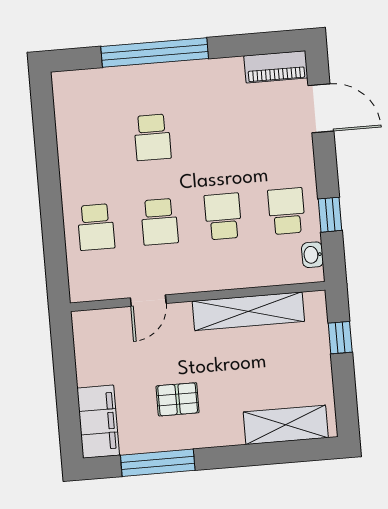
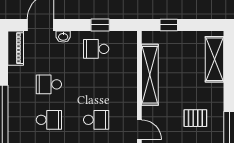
school desk: (223, 216) -> (49, 84), moved
washbasin: (312, 255) -> (63, 37), moved
pallet: (178, 399) -> (195, 118), turned 90

